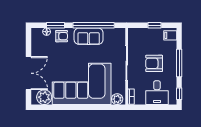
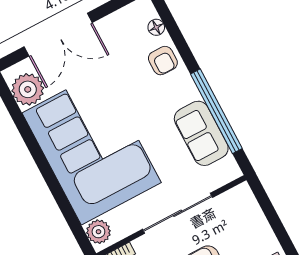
window: (55, 25) -> (178, 38), removed
window: (154, 25) -> (278, 228), removed
sofa: (89, 36) -> (201, 133), moved

